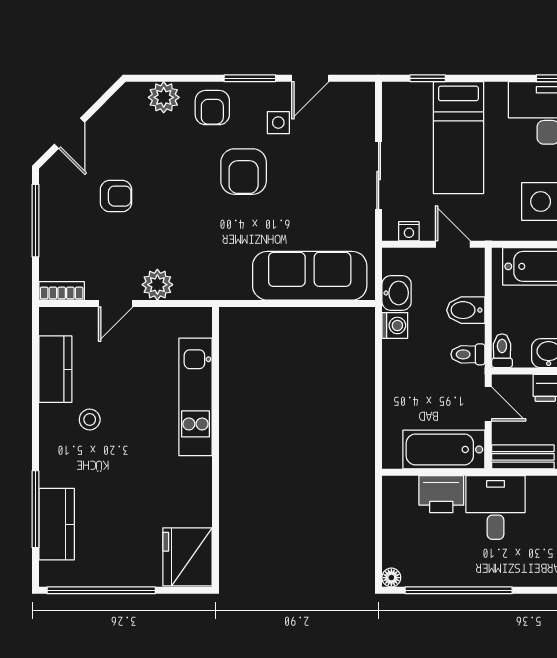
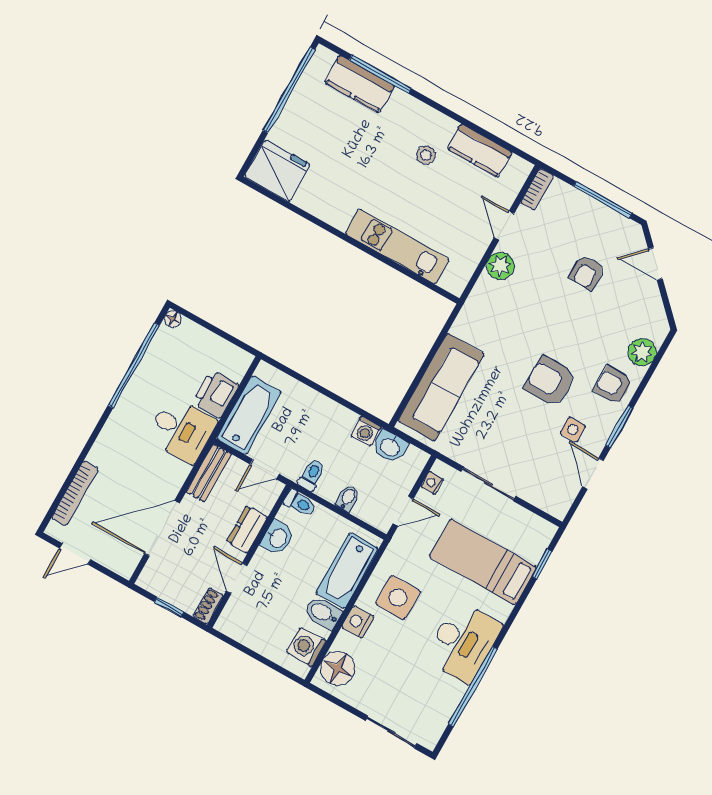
bidet: (466, 310) -> (347, 498), width x0.72, depth x0.74

